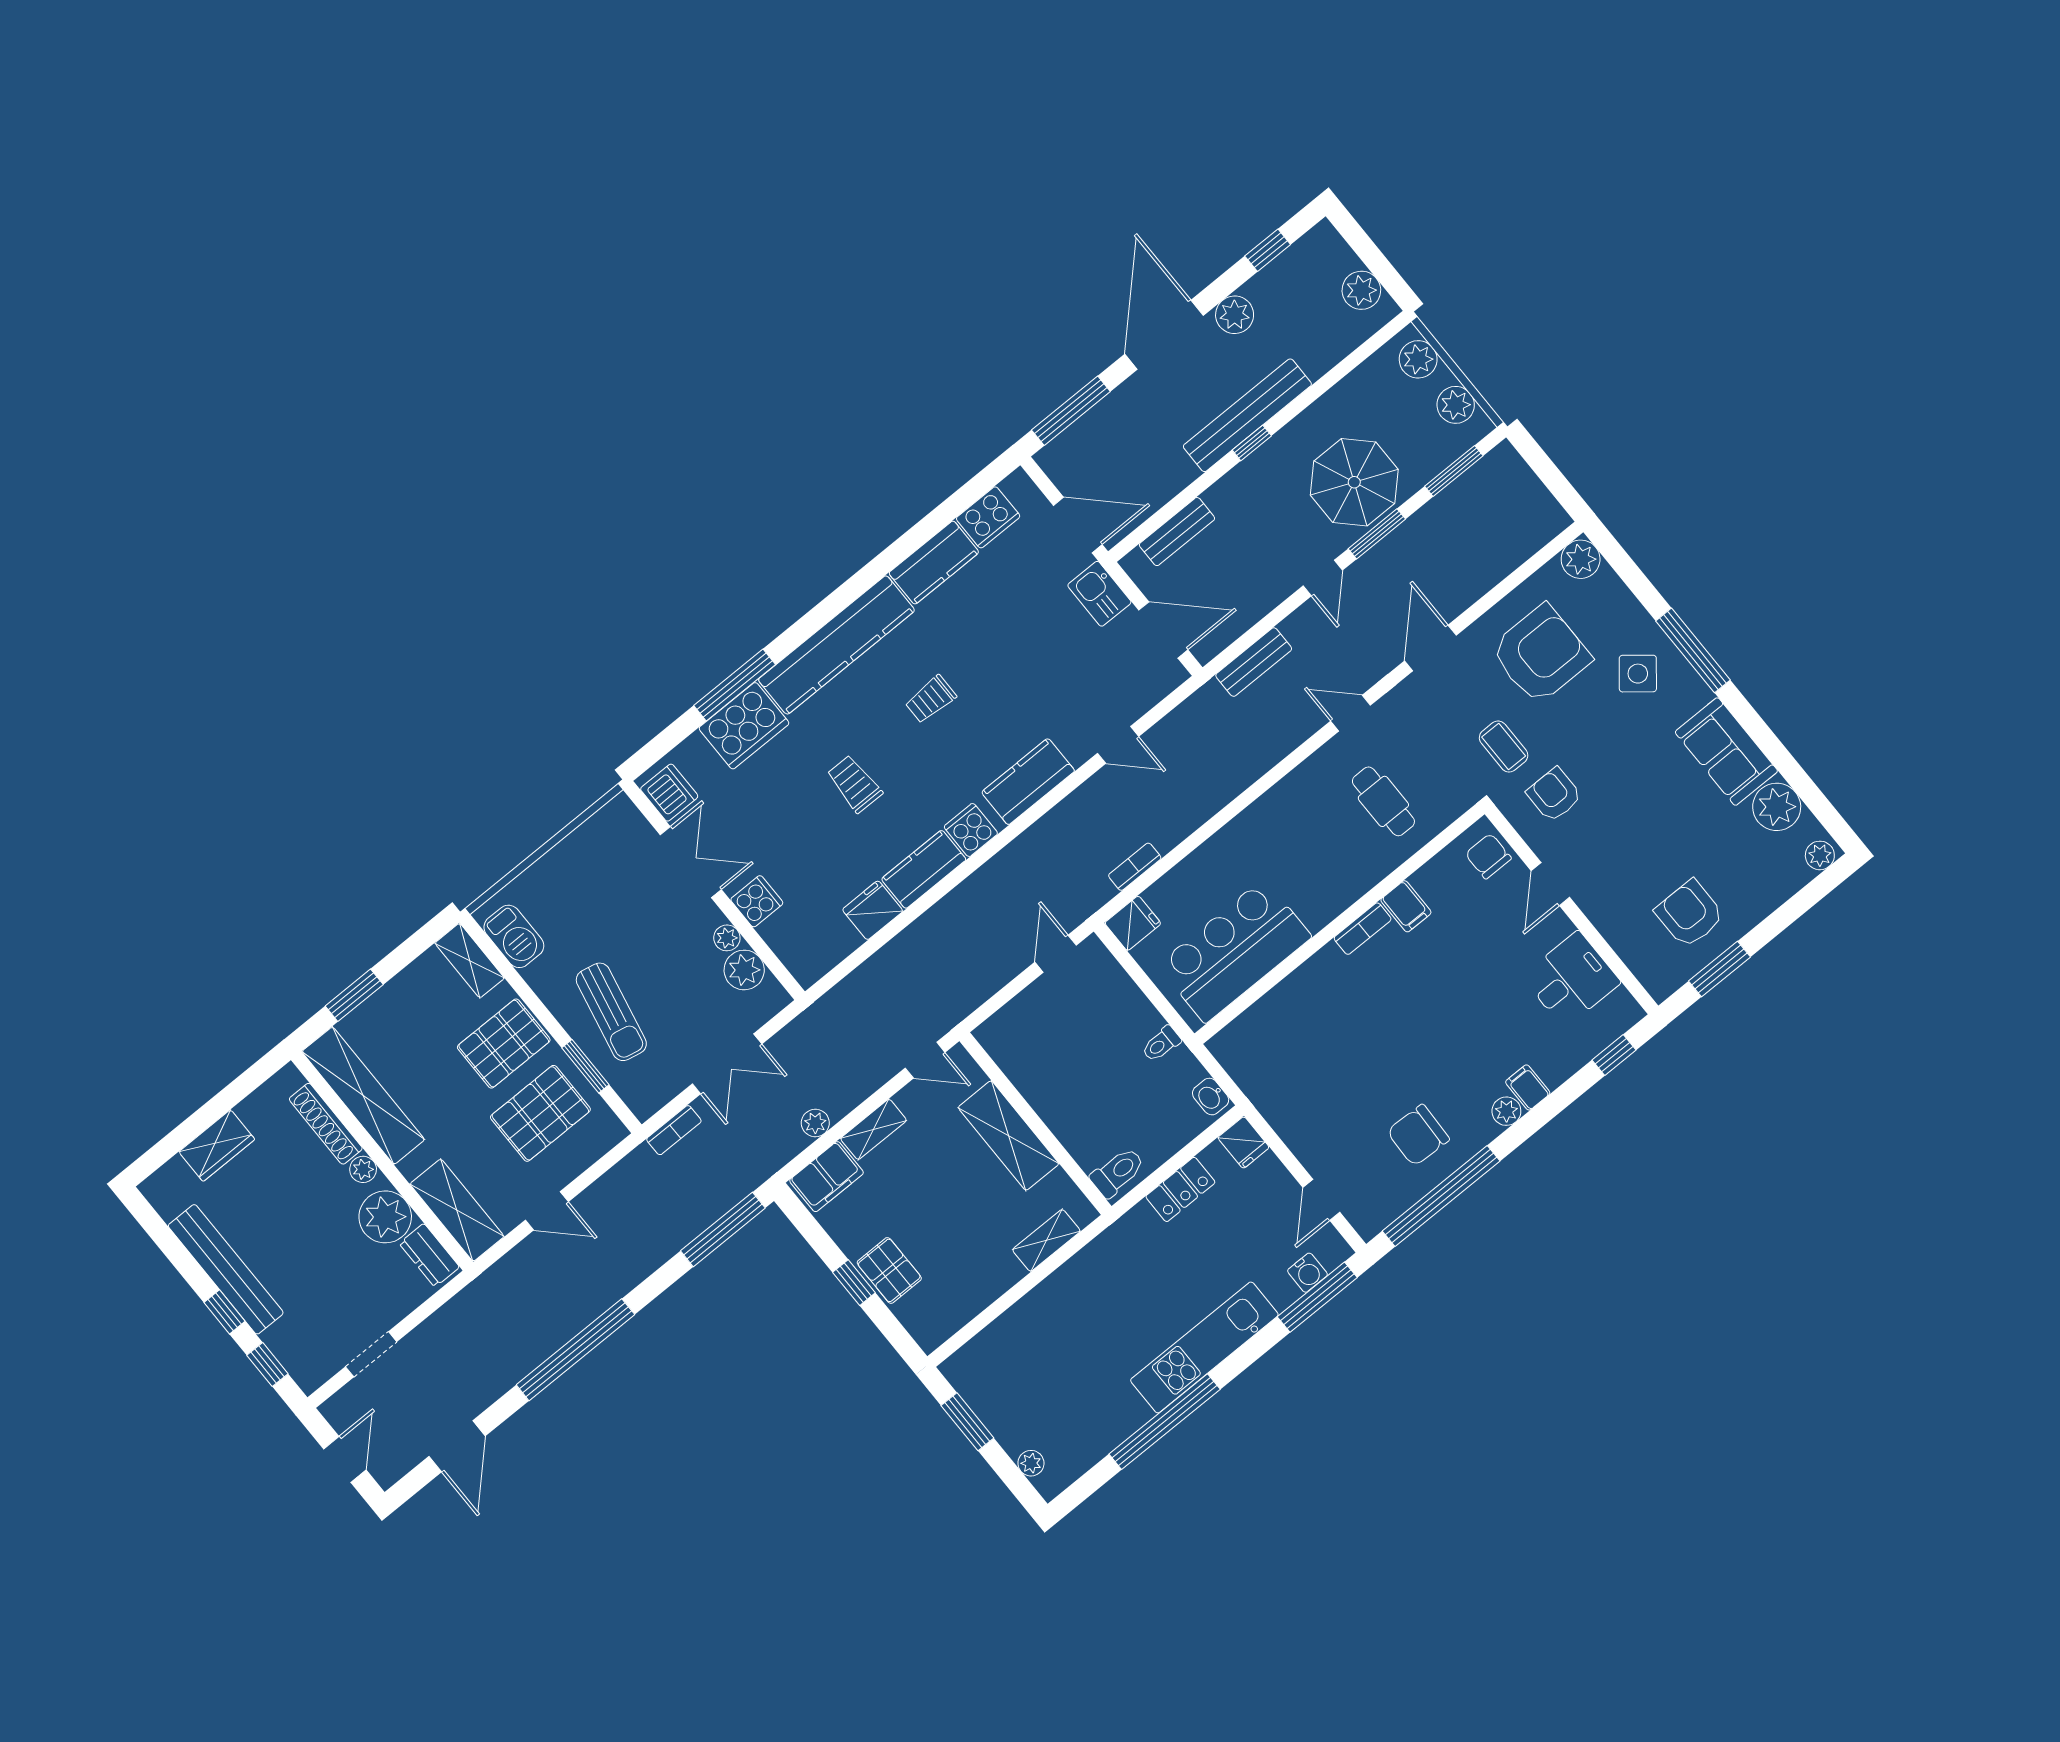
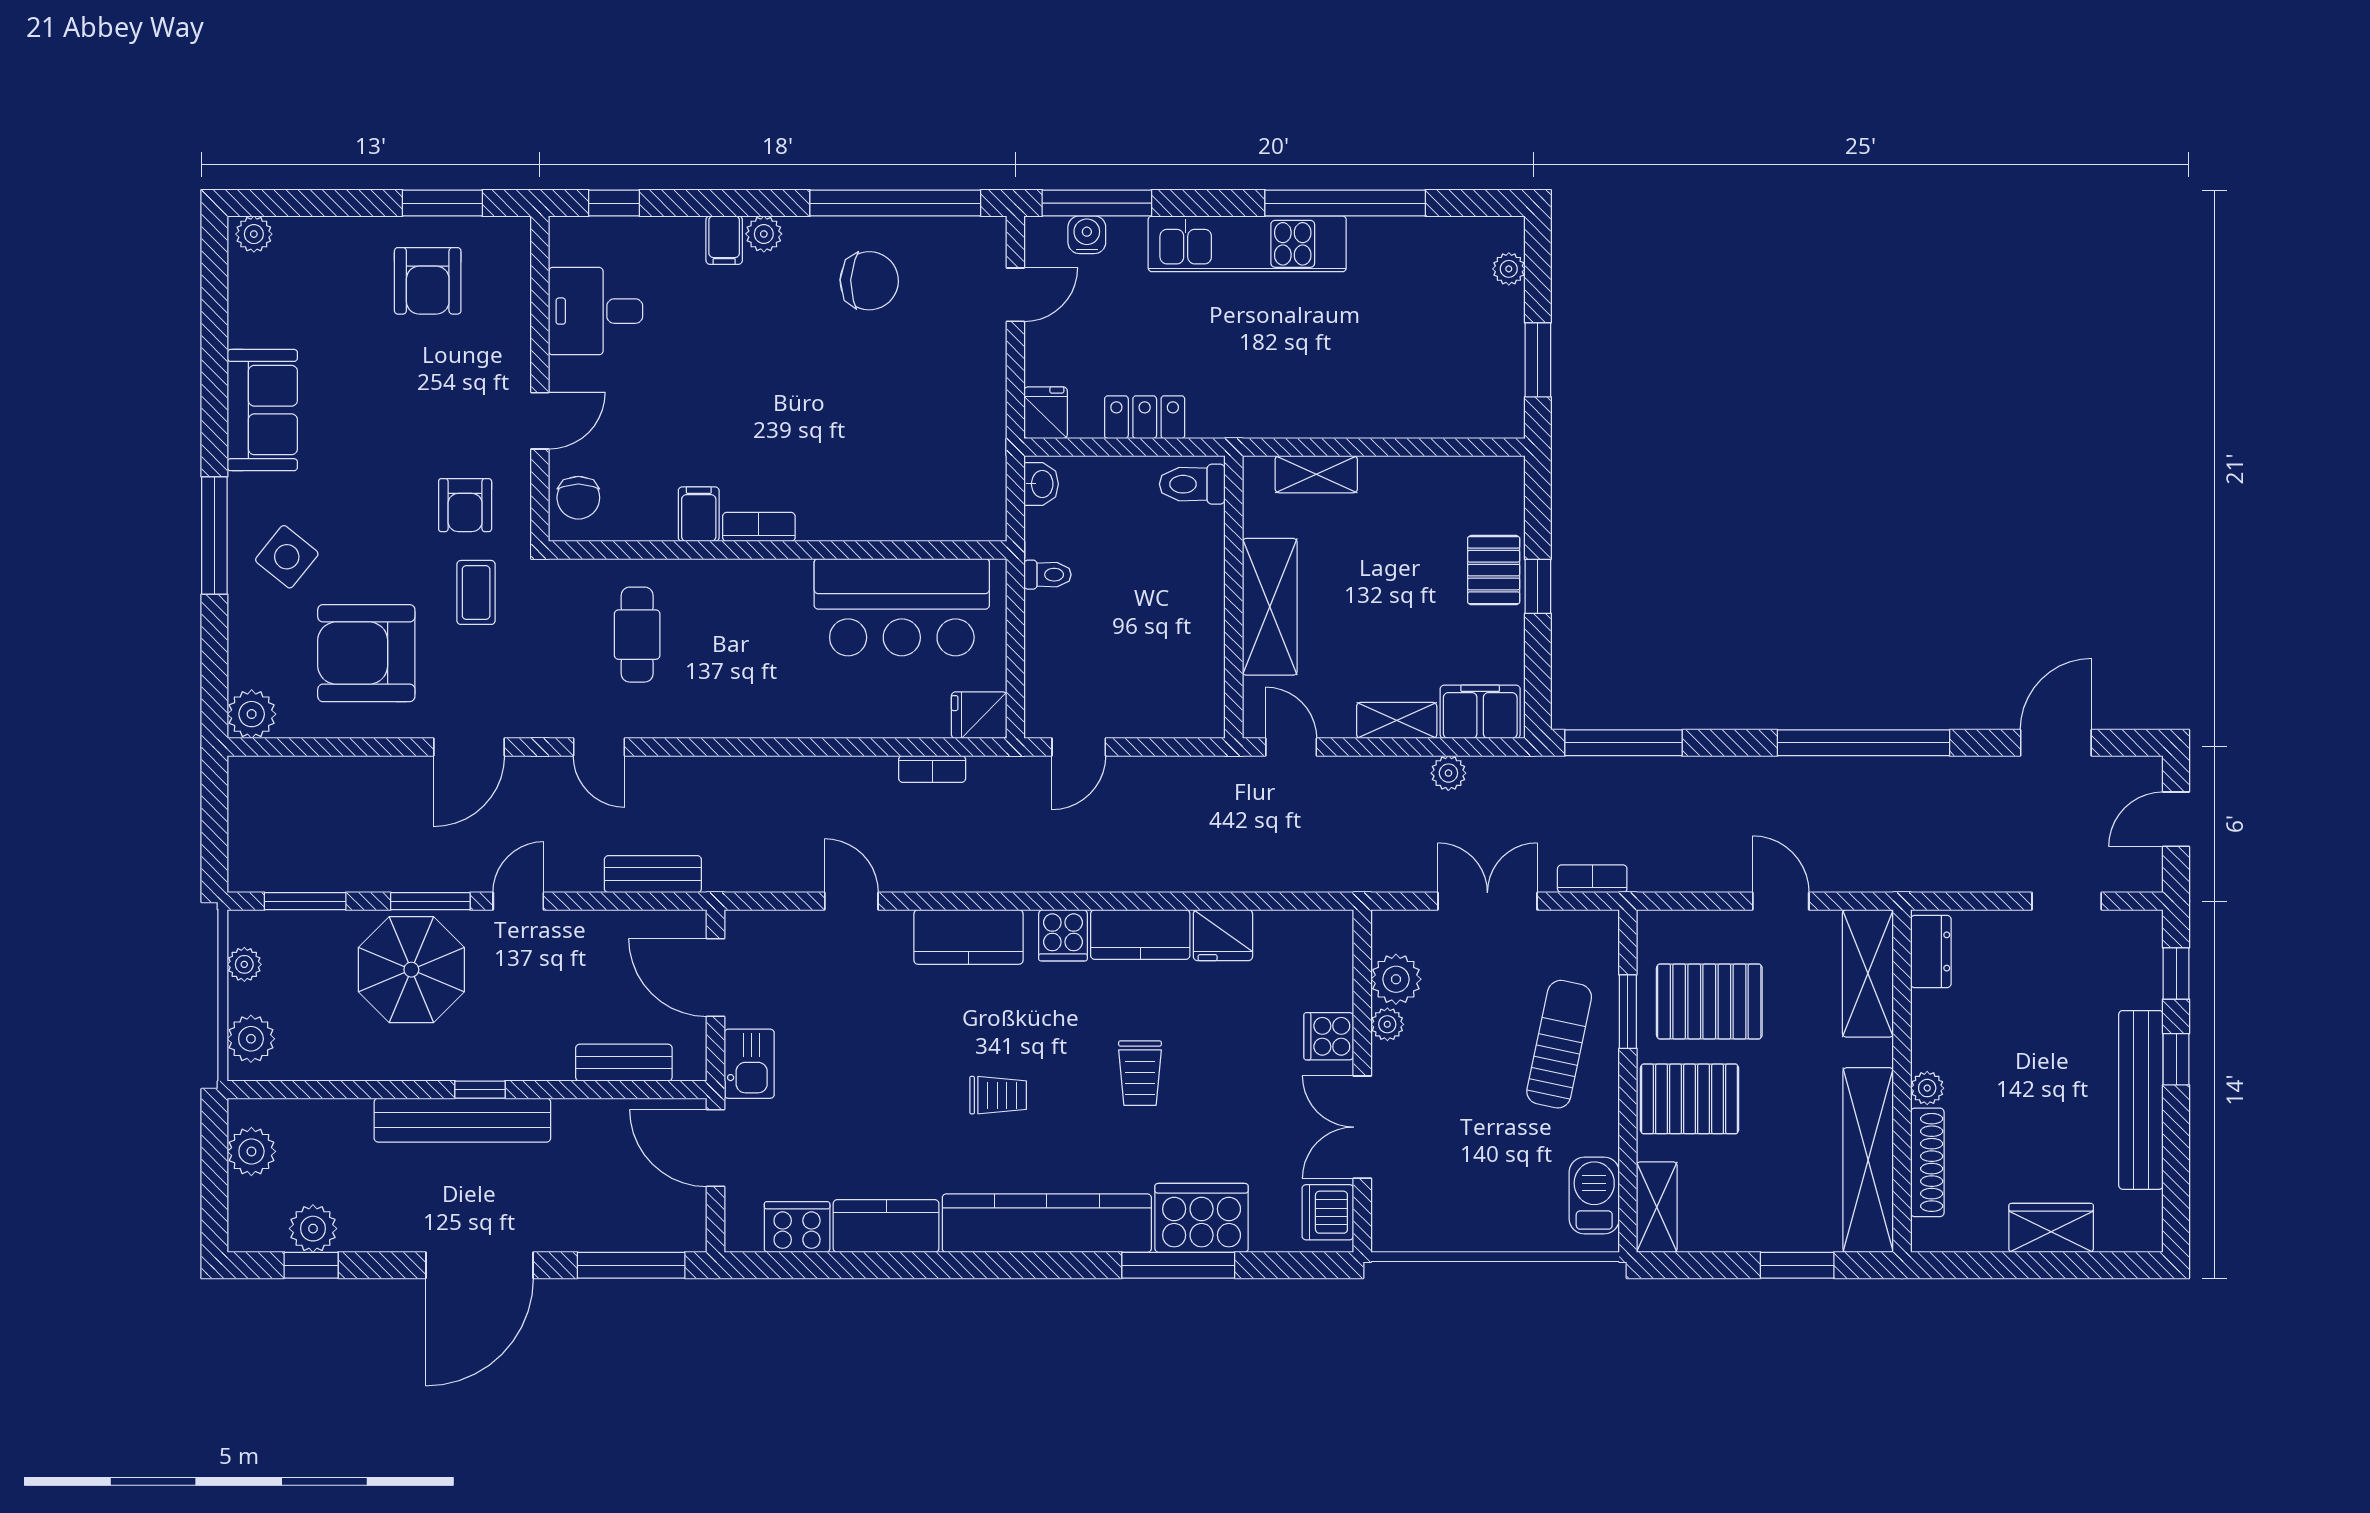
plant: (1235, 315) -> (313, 1229), moved
plant: (1456, 405) -> (244, 964), width x0.73, depth x0.73
plant: (1777, 807) -> (257, 316), removed
plant: (385, 1217) -> (1943, 1024), removed

